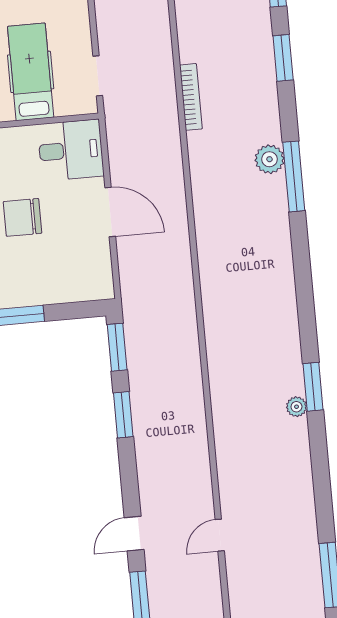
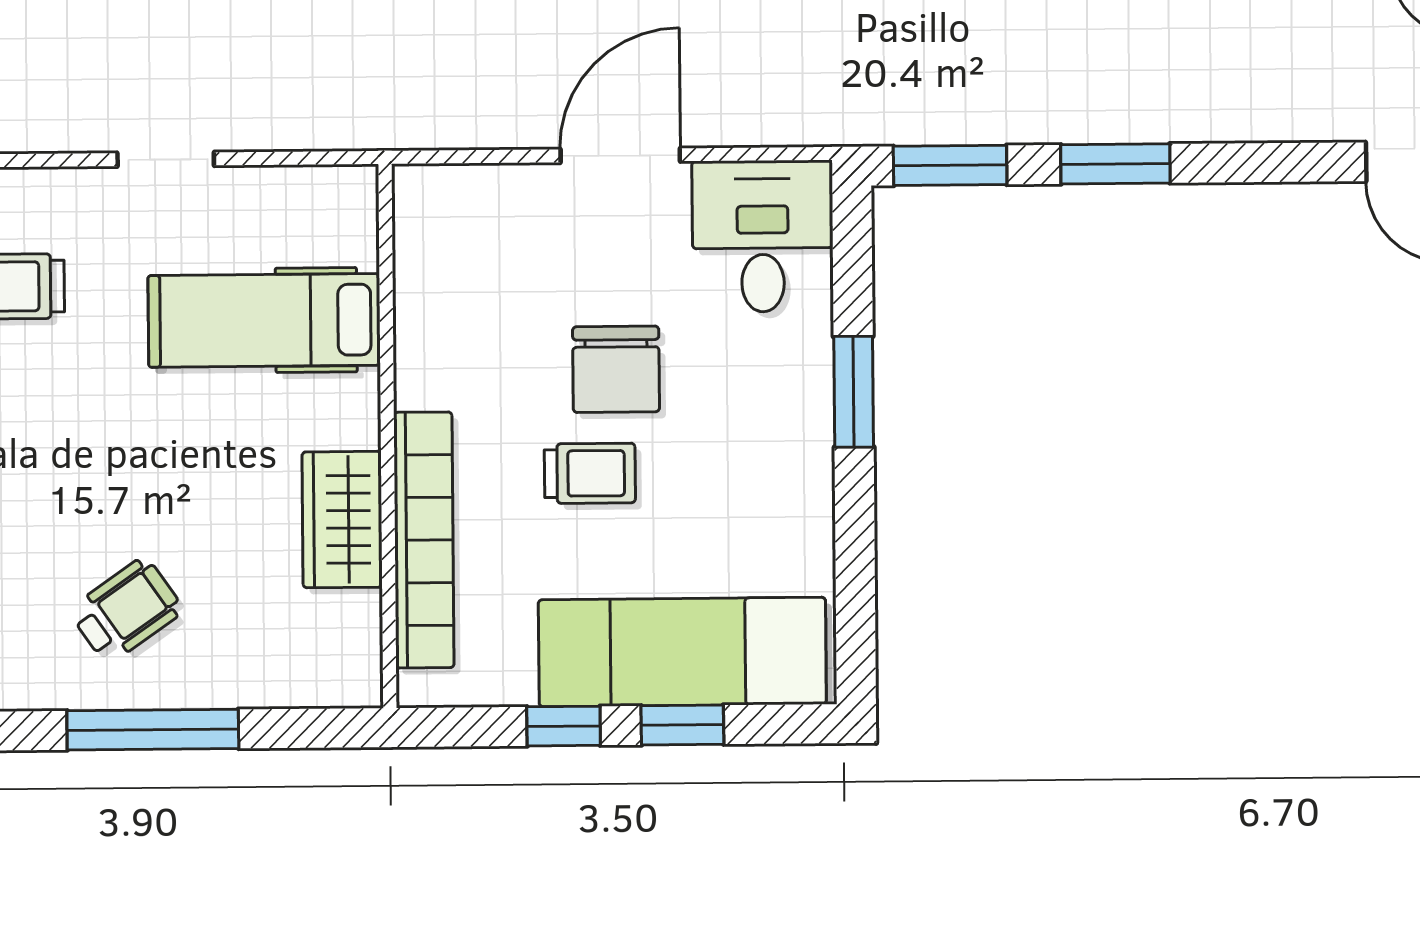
doorway: (98, 76) -> (166, 159), moved
desk: (71, 150) -> (763, 236), moved

